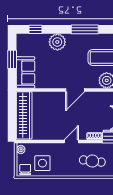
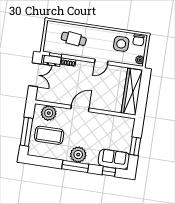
window: (85, 29) -> (75, 166), moved
plant: (57, 42) -> (78, 155), moved
sofa: (26, 73) -> (114, 159), moved, turned 90
door: (71, 141) -> (101, 62), moved

